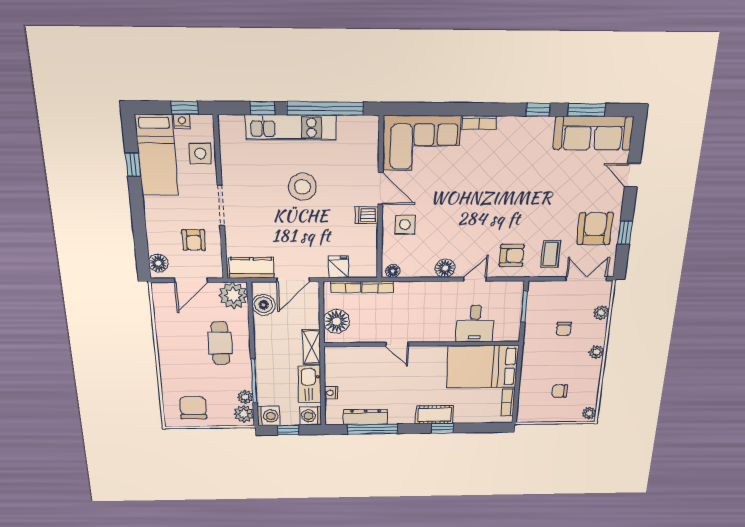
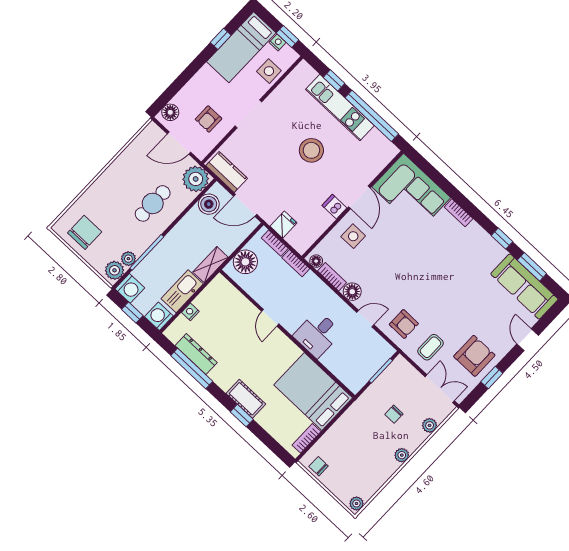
bookcase: (418, 271) -> (332, 277), added
desk: (475, 324) -> (317, 334), moved
chair: (560, 391) -> (319, 466), moved

